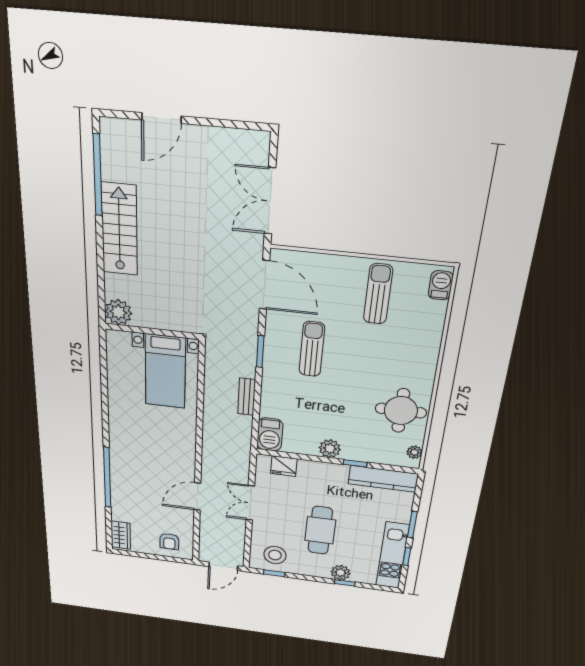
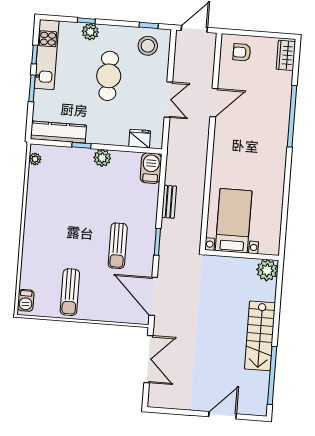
round table: (401, 411) -> (48, 196), removed
armchair: (169, 541) -> (242, 52), turned -90

